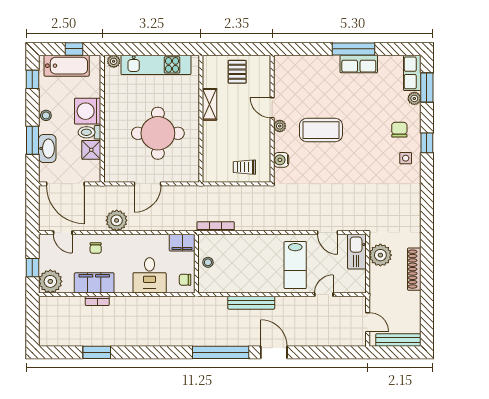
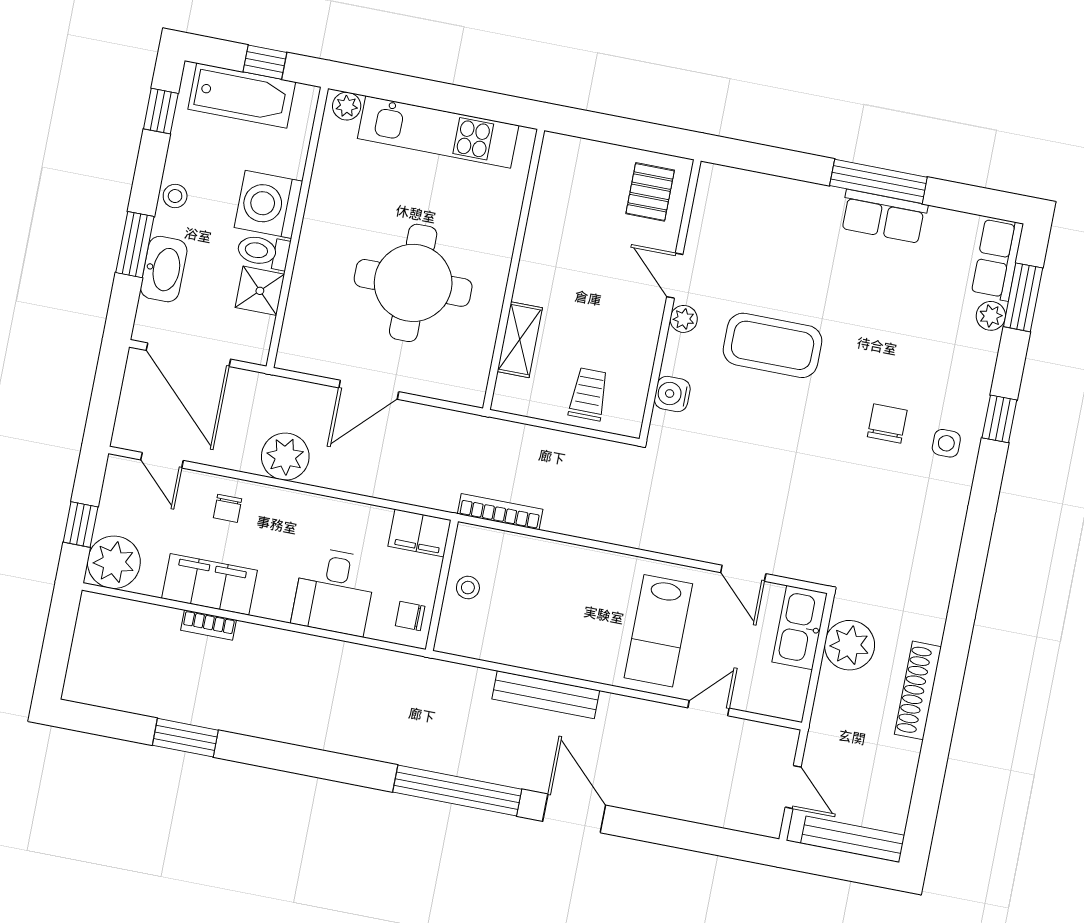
pallet: (237, 72) -> (650, 192), moved
shelving: (210, 104) -> (520, 340), moved
chair: (399, 130) -> (887, 423), moved
trolley: (244, 167) -> (589, 394), turned 90

